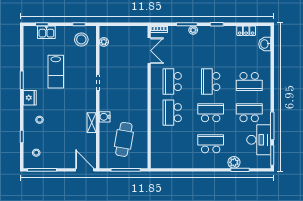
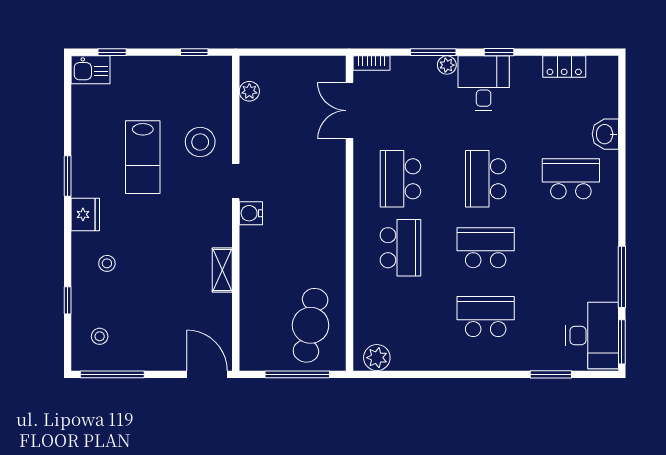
kitchen sink: (46, 32) -> (91, 70), moved
desk: (210, 38) -> (484, 83), added
stool: (81, 39) -> (200, 142), moved
washbasin: (265, 44) -> (605, 134), moved
double door: (149, 51) -> (349, 111), swing flipped
school desk: (249, 82) -> (571, 179), turned 180
school desk: (172, 113) -> (400, 248), turned 180
school desk: (249, 113) -> (571, 248), removed
water cooler: (105, 117) -> (251, 213), moved
cafe table: (124, 139) -> (311, 325), moved
desk: (259, 140) -> (592, 336), moved
plant: (234, 162) -> (377, 358), moved

